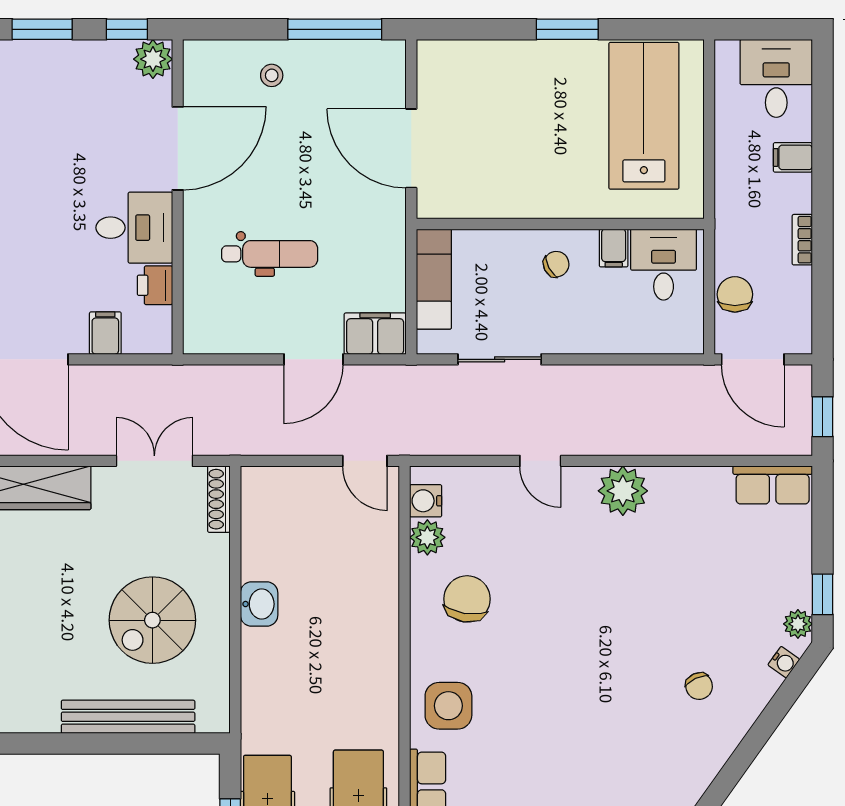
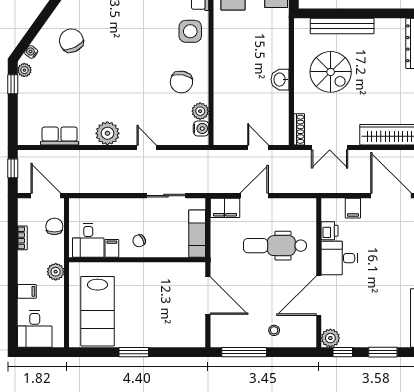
plant: (732, 199) -> (56, 272), added
bookcase: (802, 240) -> (22, 238), moved
dental chair: (270, 254) -> (275, 246), width x1.36, depth x1.38
chair: (735, 294) -> (54, 226), turned 180
door: (365, 461) -> (258, 147), moved
row of seats: (773, 485) -> (60, 136), moved
spiral stairs: (152, 620) -> (331, 72), turned 90
chair: (699, 686) -> (71, 41), width x1.87, depth x1.87

